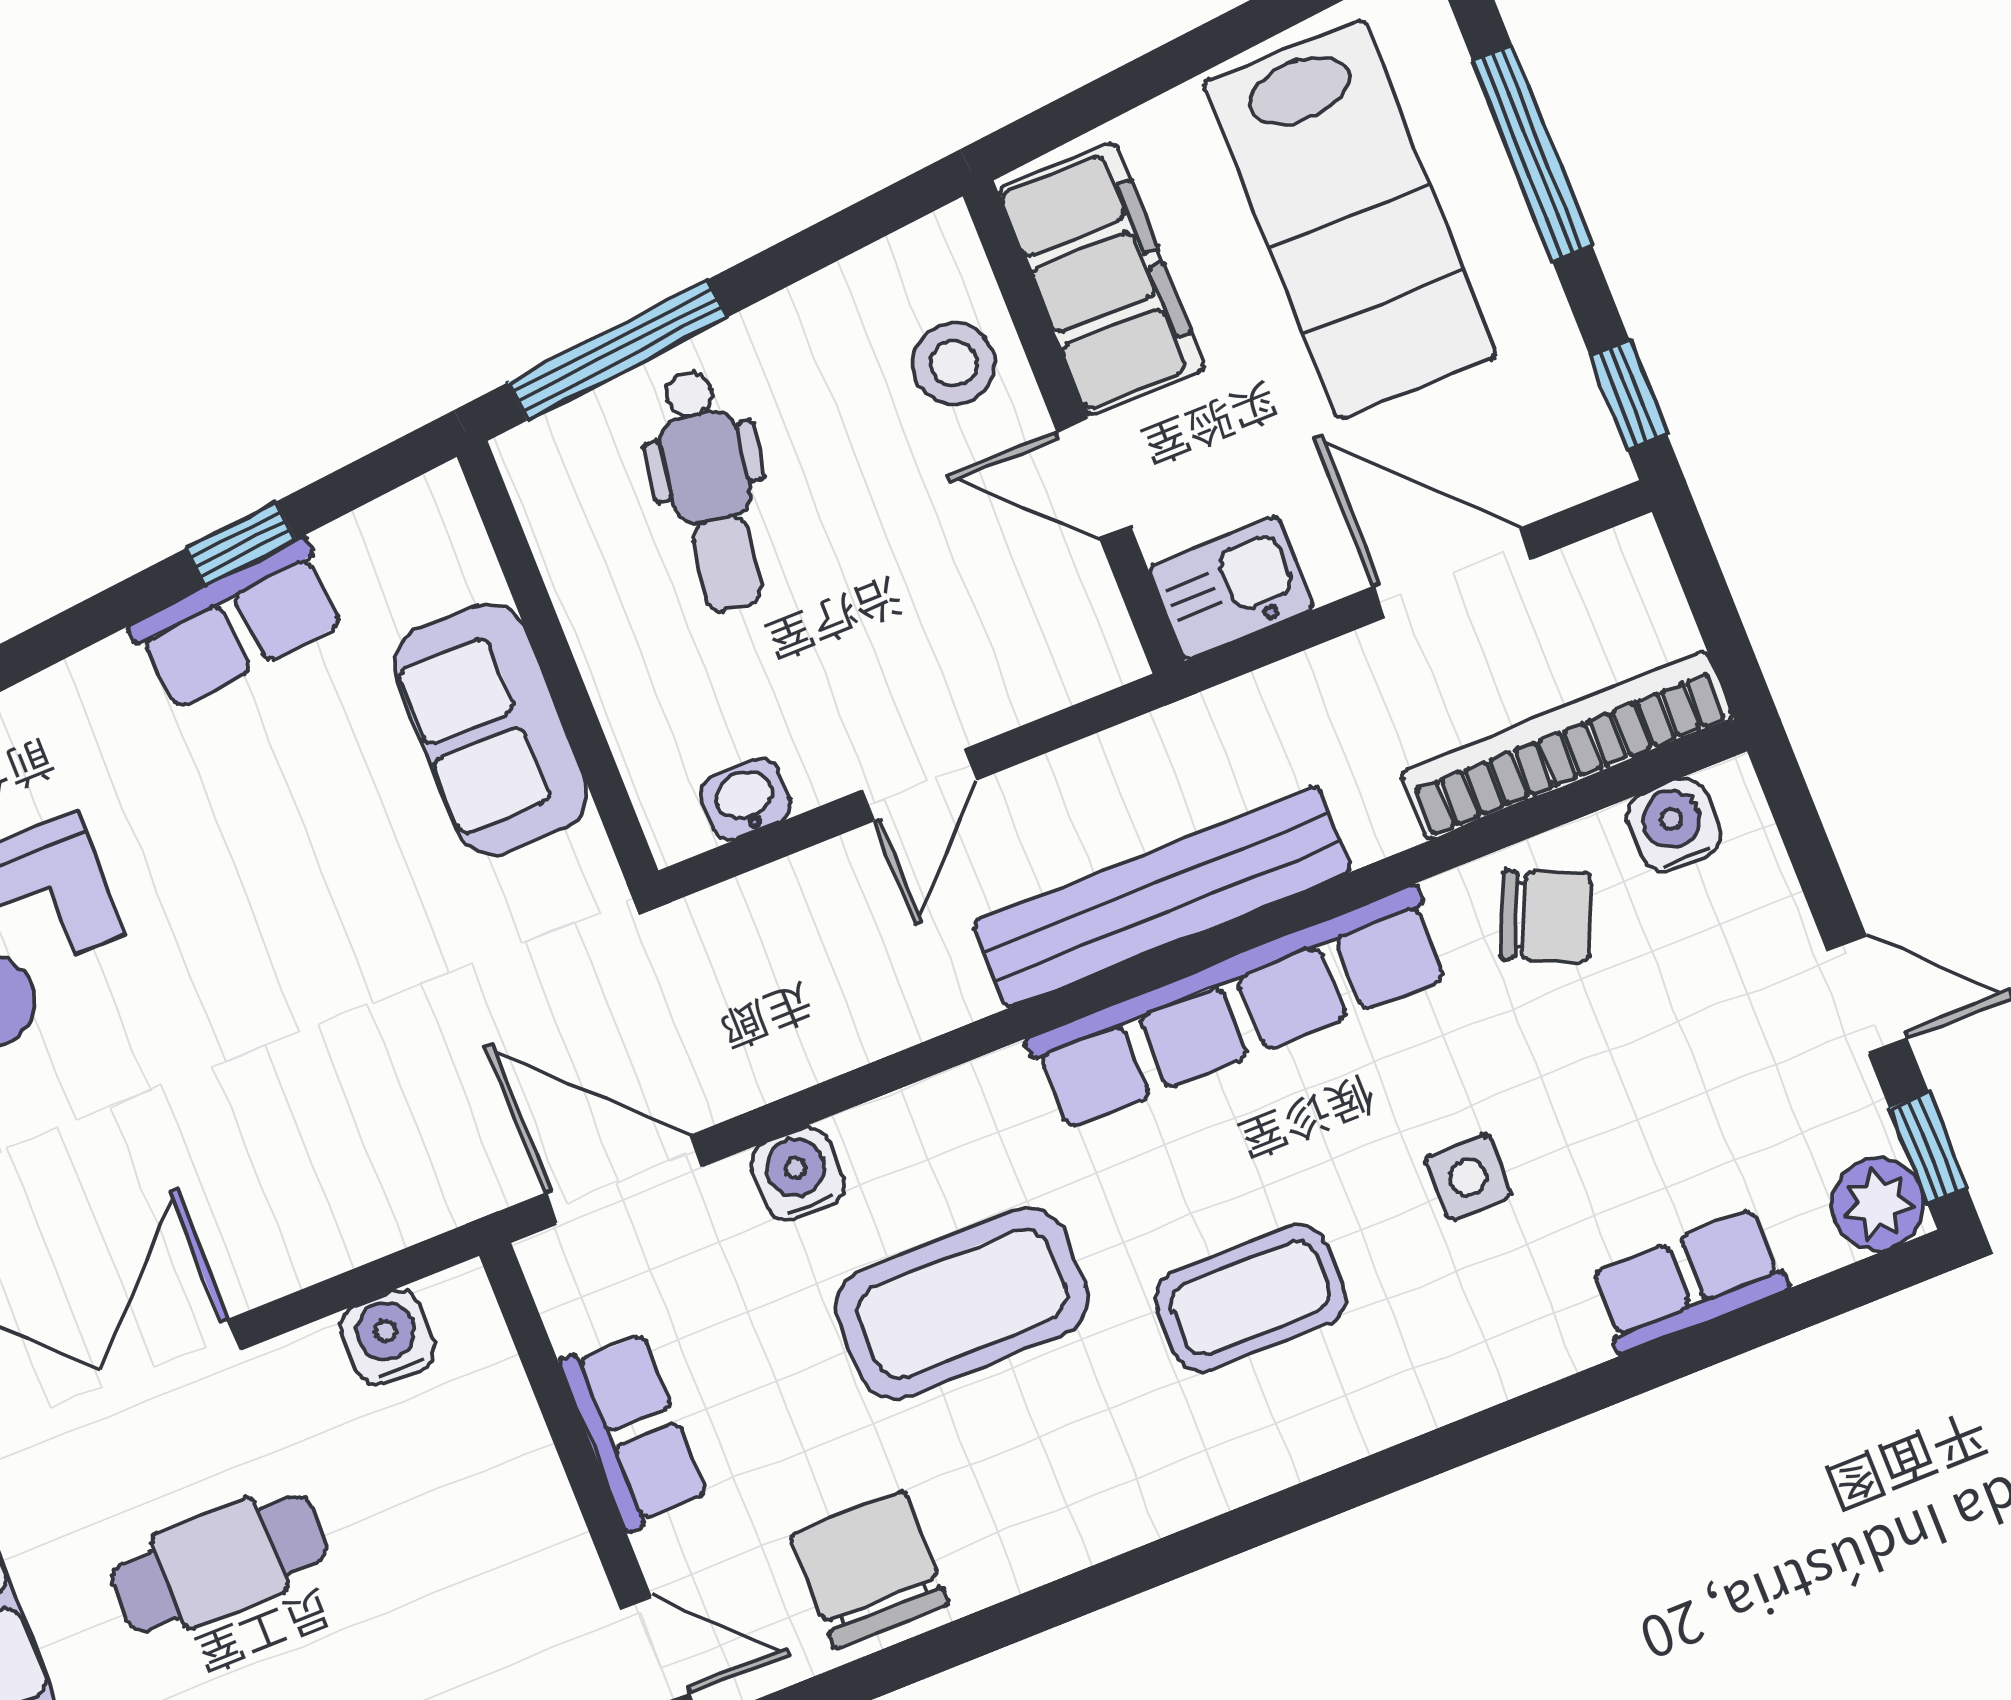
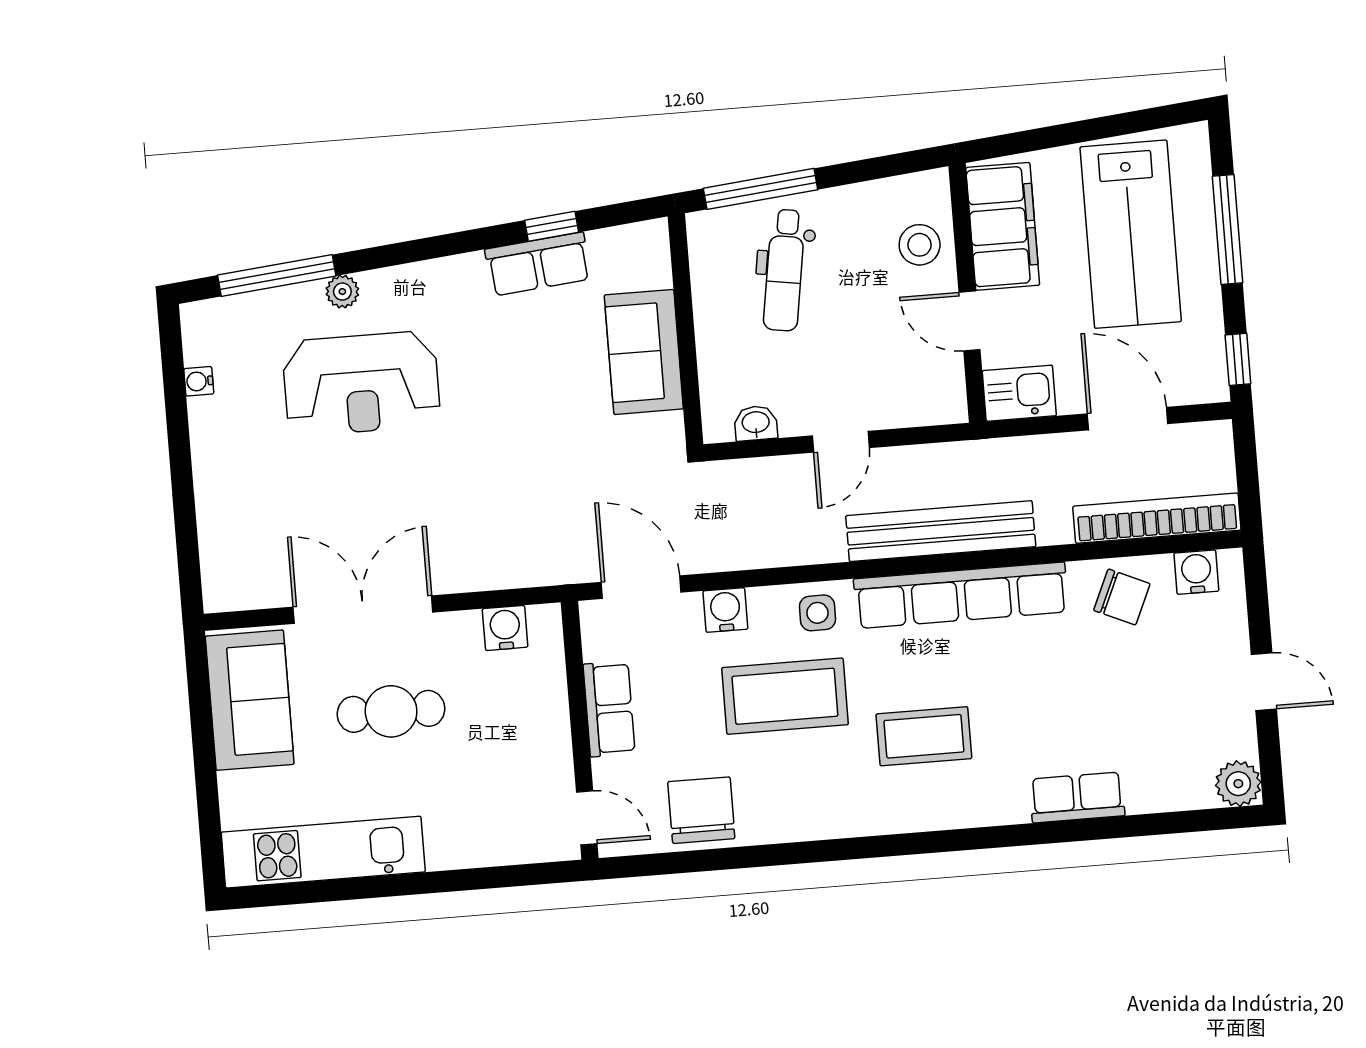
window: (1928, 1148) -> (1271, 764), removed
side table: (1468, 1177) -> (817, 613), moved
row of seats: (1689, 1281) -> (1077, 797), moved

